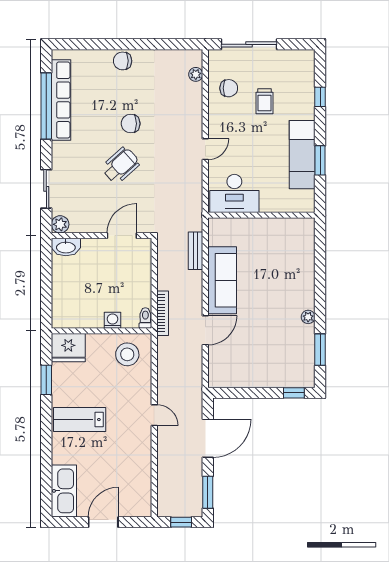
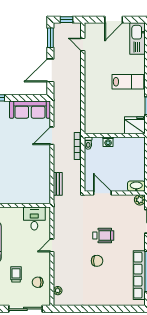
chair: (123, 61) -> (102, 299), removed
wheelchair: (121, 165) -> (103, 236), turned -138
desk: (234, 193) -> (34, 219), width x0.73
door: (122, 236) -> (102, 193), swing flipped
sofa: (222, 280) -> (30, 110), moved, turned -90
stool: (127, 354) -> (99, 121), removed
door: (154, 415) -> (83, 44), moved

